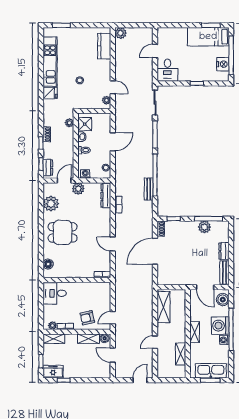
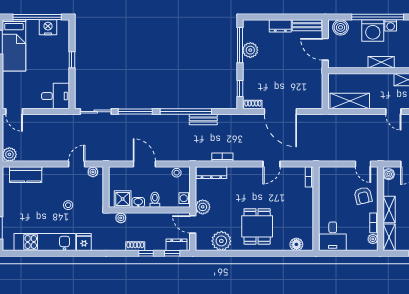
door: (155, 51) -> (14, 112), moved
door: (205, 287) -> (325, 49), swing flipped
shelving: (88, 339) -> (389, 209), moved

